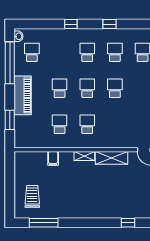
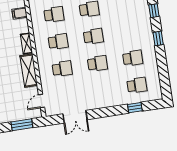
window: (110, 24) -> (158, 38), moved
school desk: (87, 52) -> (62, 69), moved

